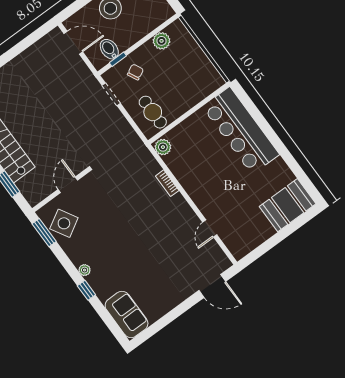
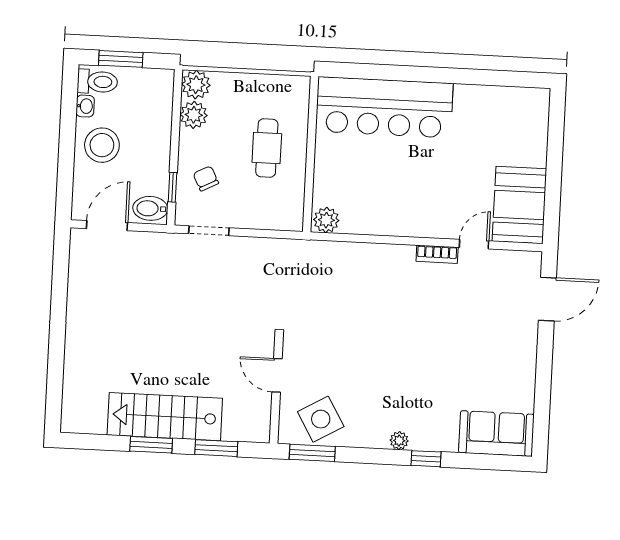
plant: (177, 30) -> (196, 85), added
bidet: (109, 49) -> (150, 208), moved
cafe table: (153, 112) -> (267, 148), moved, turned 90
bookcase: (167, 183) -> (437, 254), moved
booth: (288, 205) -> (519, 205), moved
door: (210, 229) -> (474, 244), swing flipped

